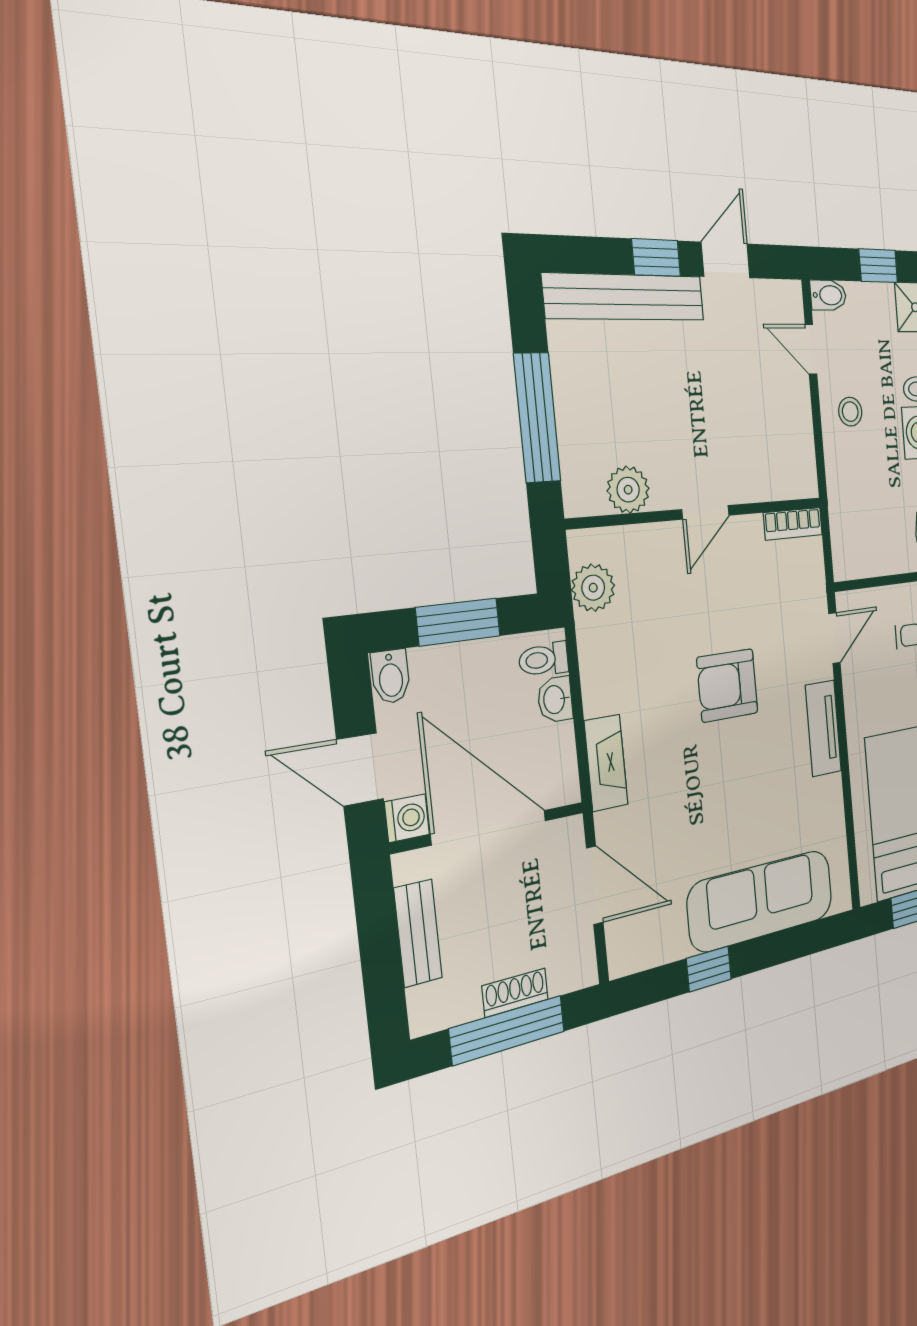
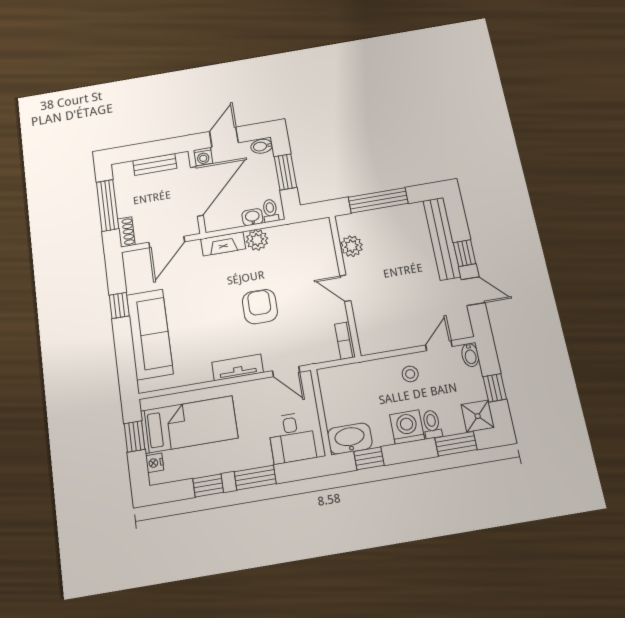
plant: (593, 588) -> (257, 240), moved
shoe rack: (515, 993) -> (126, 232), moved

